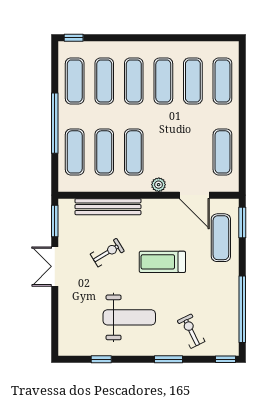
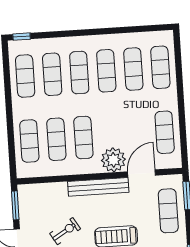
window: (55, 123) -> (9, 116), removed
plant: (159, 185) -> (113, 160), width x1.87, depth x1.87
door: (194, 195) -> (141, 173), swing flipped
bench: (108, 207) -> (98, 187), moved

